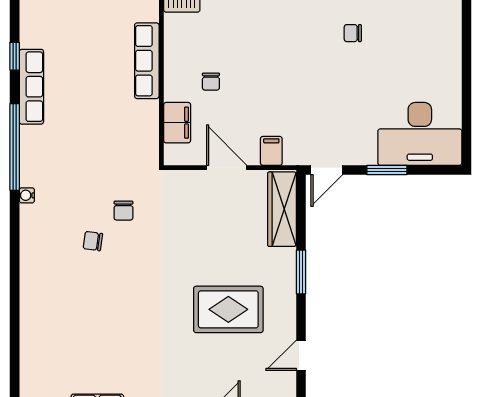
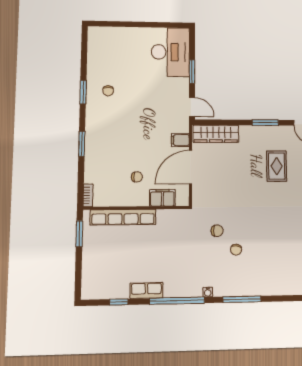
row of seats: (147, 61) -> (123, 217), width x1.36
row of seats: (31, 87) -> (146, 290), width x0.68
door: (227, 168) -> (190, 167), width x1.36
window: (15, 250) -> (242, 299), added
window: (301, 272) -> (265, 123), moved
rug: (228, 309) -> (277, 166), width x0.73, depth x0.70

